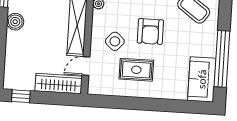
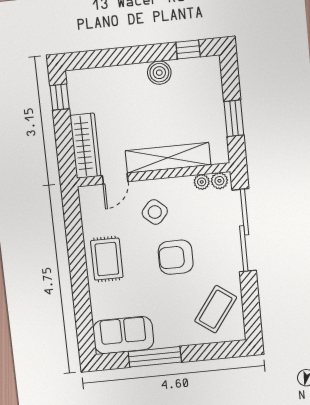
window: (222, 59) -> (155, 357), width x0.68
door: (86, 66) -> (115, 179), swing flipped
rug: (136, 70) -> (107, 259), moved

